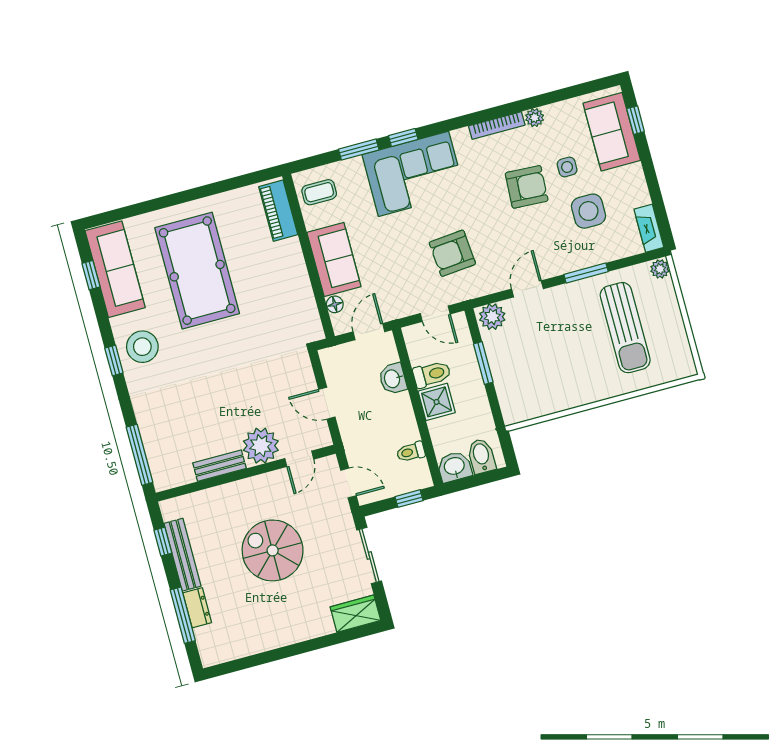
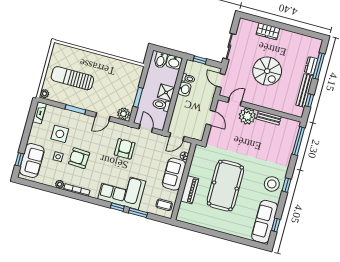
piano: (278, 211) -> (190, 190), moved
armchair: (452, 253) -> (125, 149), turned -85
pool table: (197, 271) -> (225, 186), moved
sun lounger: (625, 328) -> (72, 78), turned -90
washbasin: (393, 379) -> (184, 89), moved
wardrobe: (355, 614) -> (268, 31), moved

